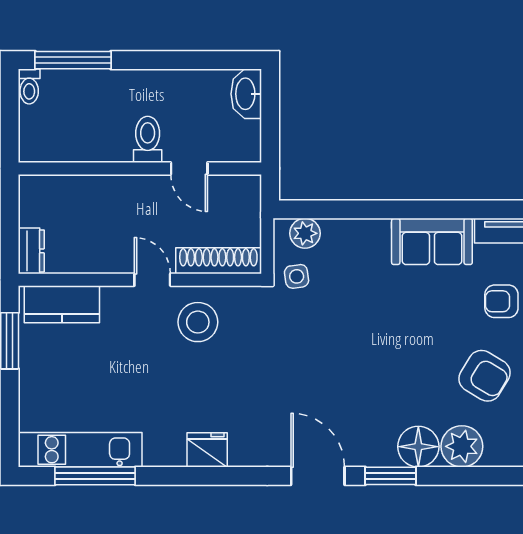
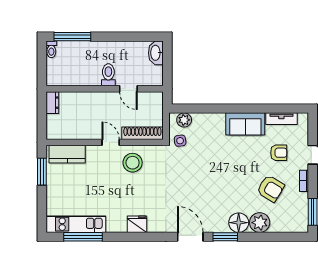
dresser: (31, 251) -> (52, 103), moved
armchair: (501, 301) -> (279, 153), turned 180

